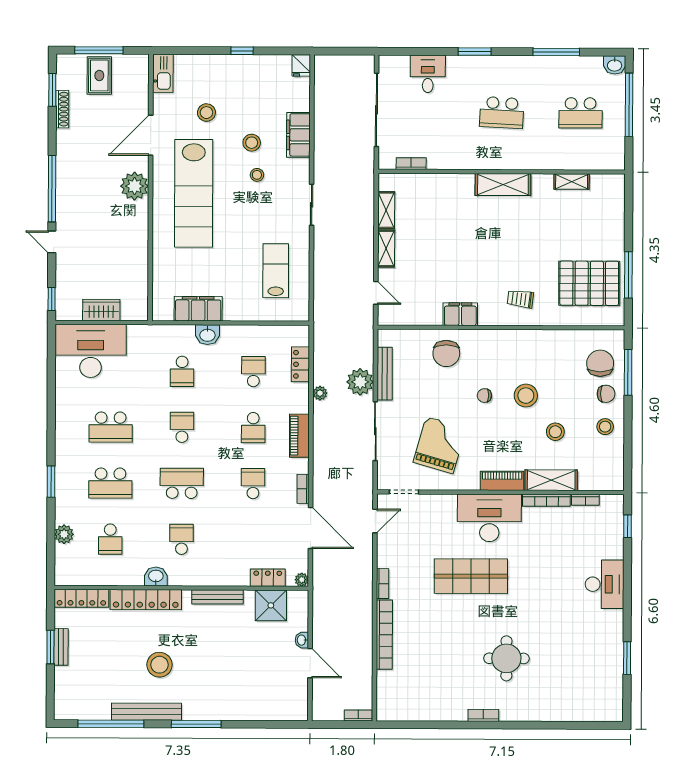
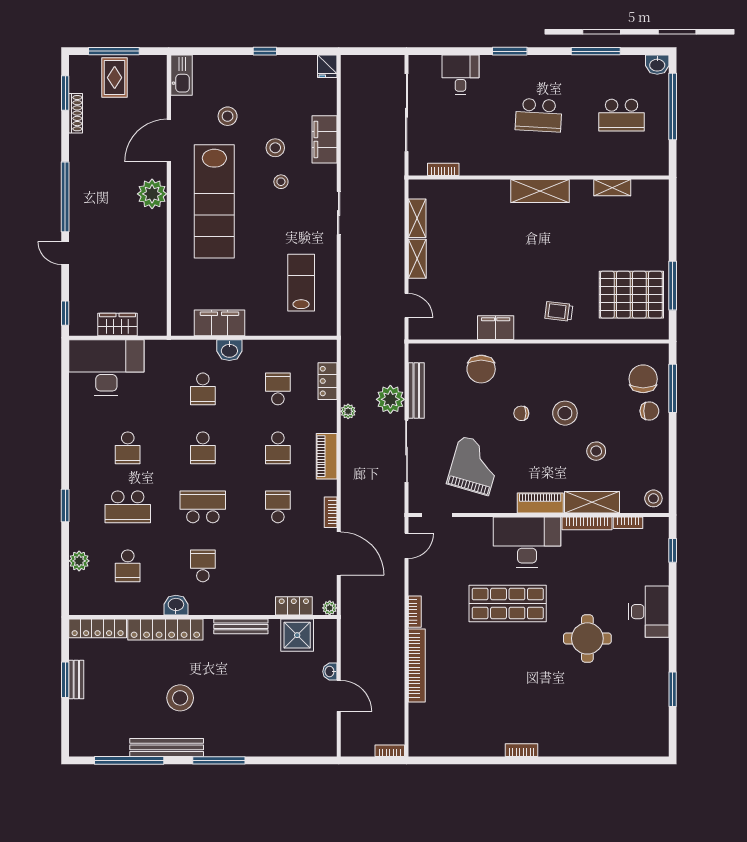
school desk: (111, 427) -> (128, 448), width x0.54
school desk: (182, 427) -> (203, 448), turned 180
stool: (605, 427) -> (653, 498), moved
round table: (506, 658) -> (587, 638), moved

